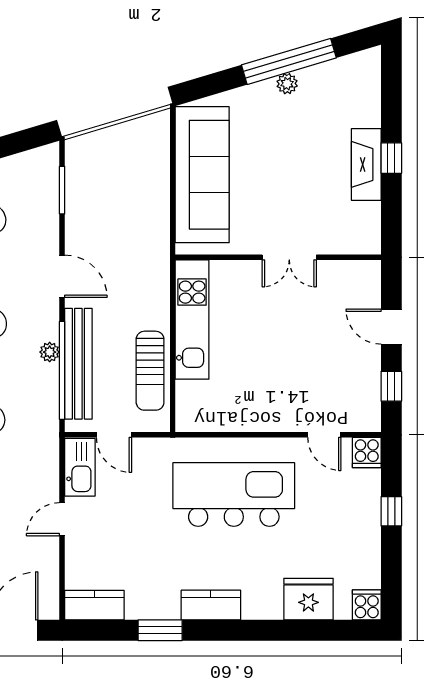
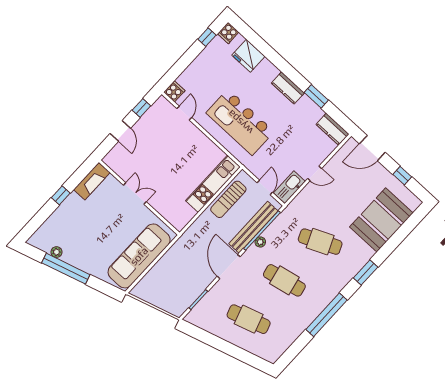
plant: (287, 84) -> (57, 252), moved
fireplace: (366, 164) -> (92, 181), moved
door: (62, 276) -> (229, 267), width x1.36
kitchen unit: (192, 320) -> (213, 184), moved
sun lounger: (150, 371) -> (228, 199), turned 180
window: (391, 511) -> (207, 37), moved

